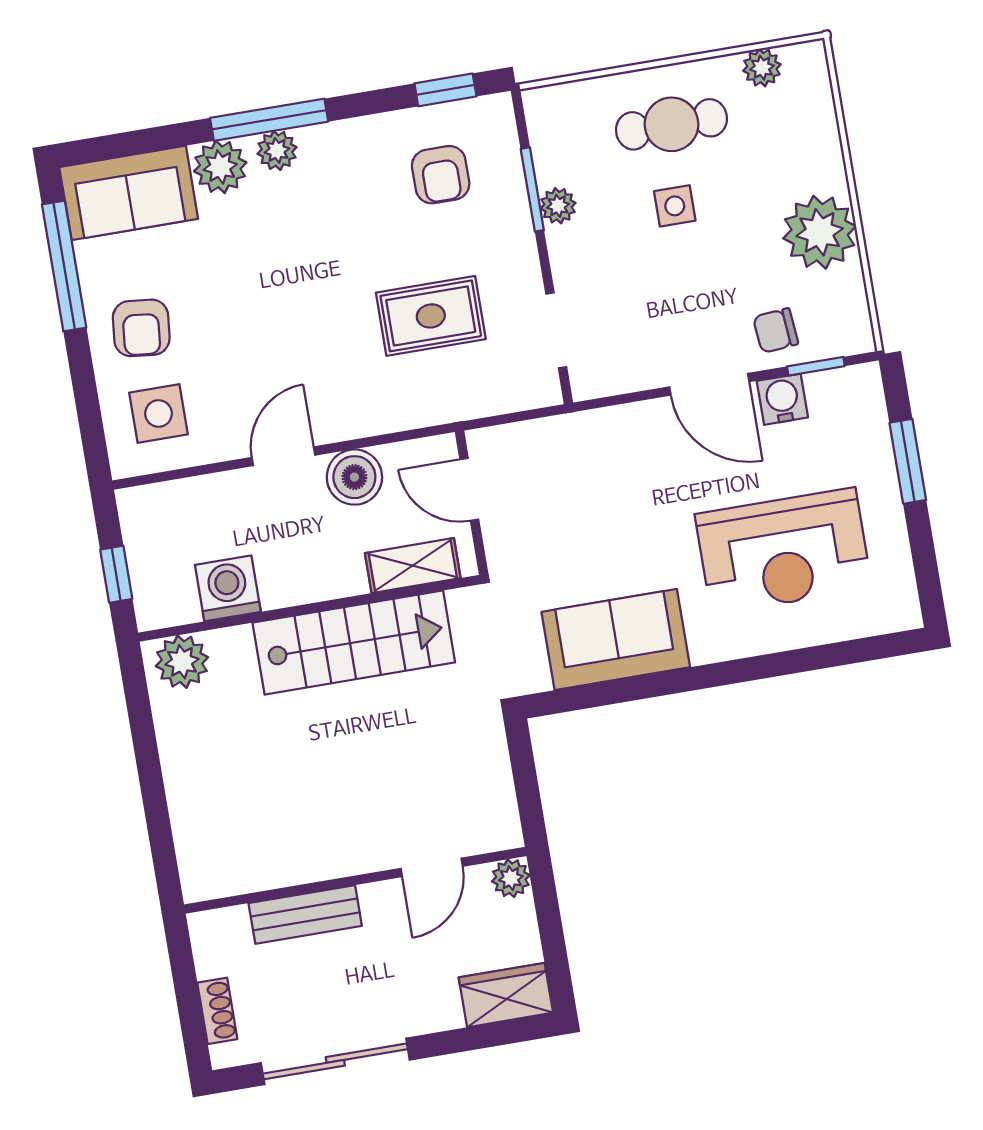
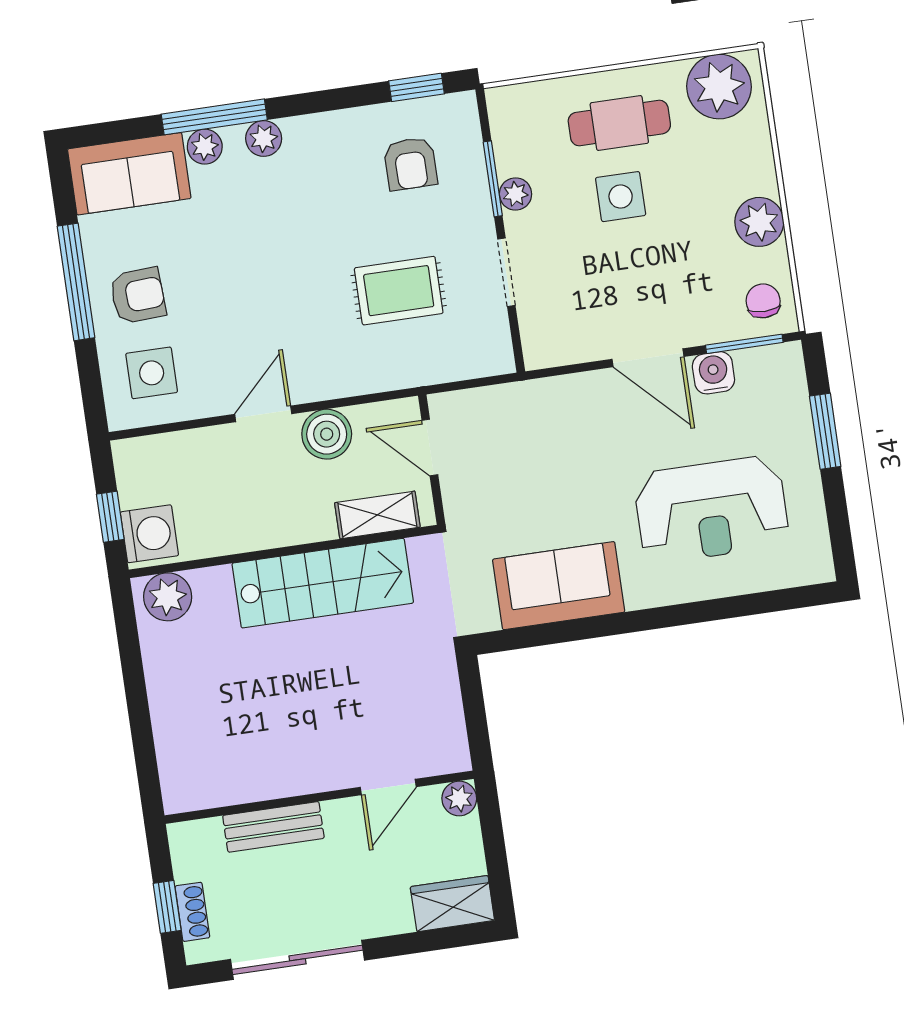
plant: (762, 68) -> (719, 87), width x1.88, depth x1.88
window: (269, 120) -> (214, 117), moved
plant: (220, 167) -> (205, 147), width x0.73, depth x0.73
side table: (675, 206) -> (621, 197), width x1.37, depth x1.37
plant: (820, 232) -> (759, 222), width x0.73, depth x0.73
window: (64, 266) -> (76, 282), moved
armchair: (141, 328) -> (138, 296), turned -99
doorway: (556, 330) -> (506, 272), moved
chair: (776, 330) -> (763, 301), moved, turned 95
window: (816, 366) -> (744, 344), width x1.50
washing machine: (228, 588) -> (149, 534), moved, turned 90
window: (189, 1006) -> (167, 907), added

